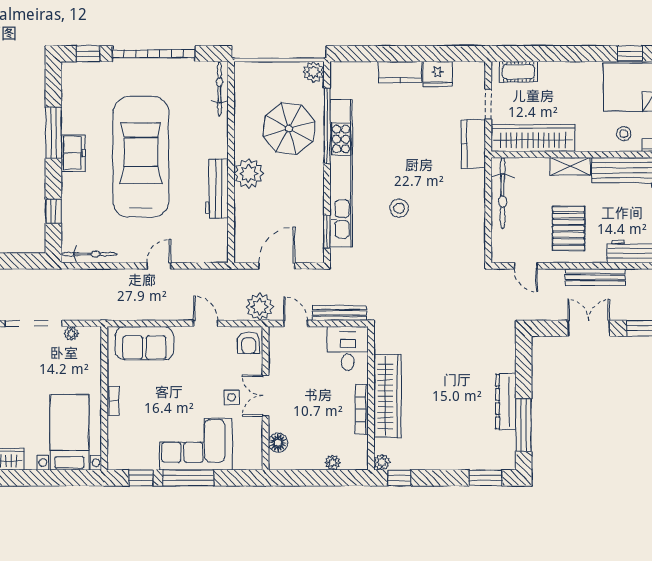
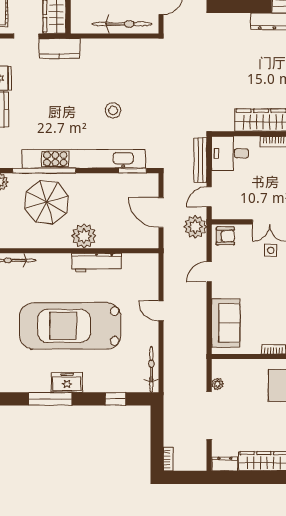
bicycle: (503, 193) -> (122, 24), moved

